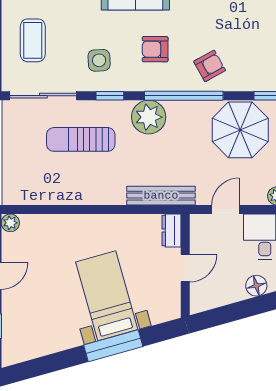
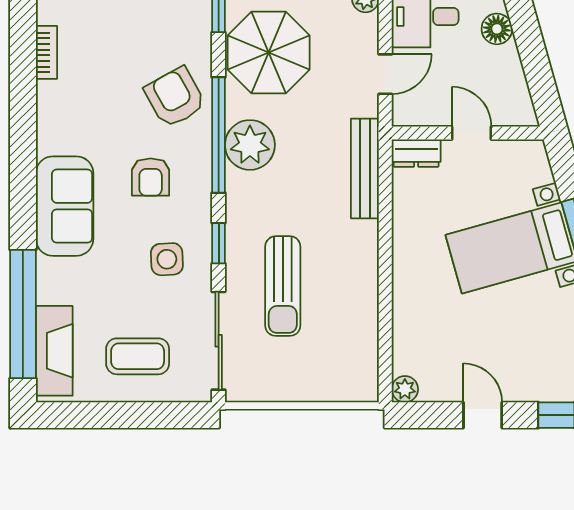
armchair: (210, 66) -> (175, 97), width x1.38, depth x1.38
plant: (149, 117) -> (250, 145), moved
door: (225, 210) -> (385, 74), swing flipped

